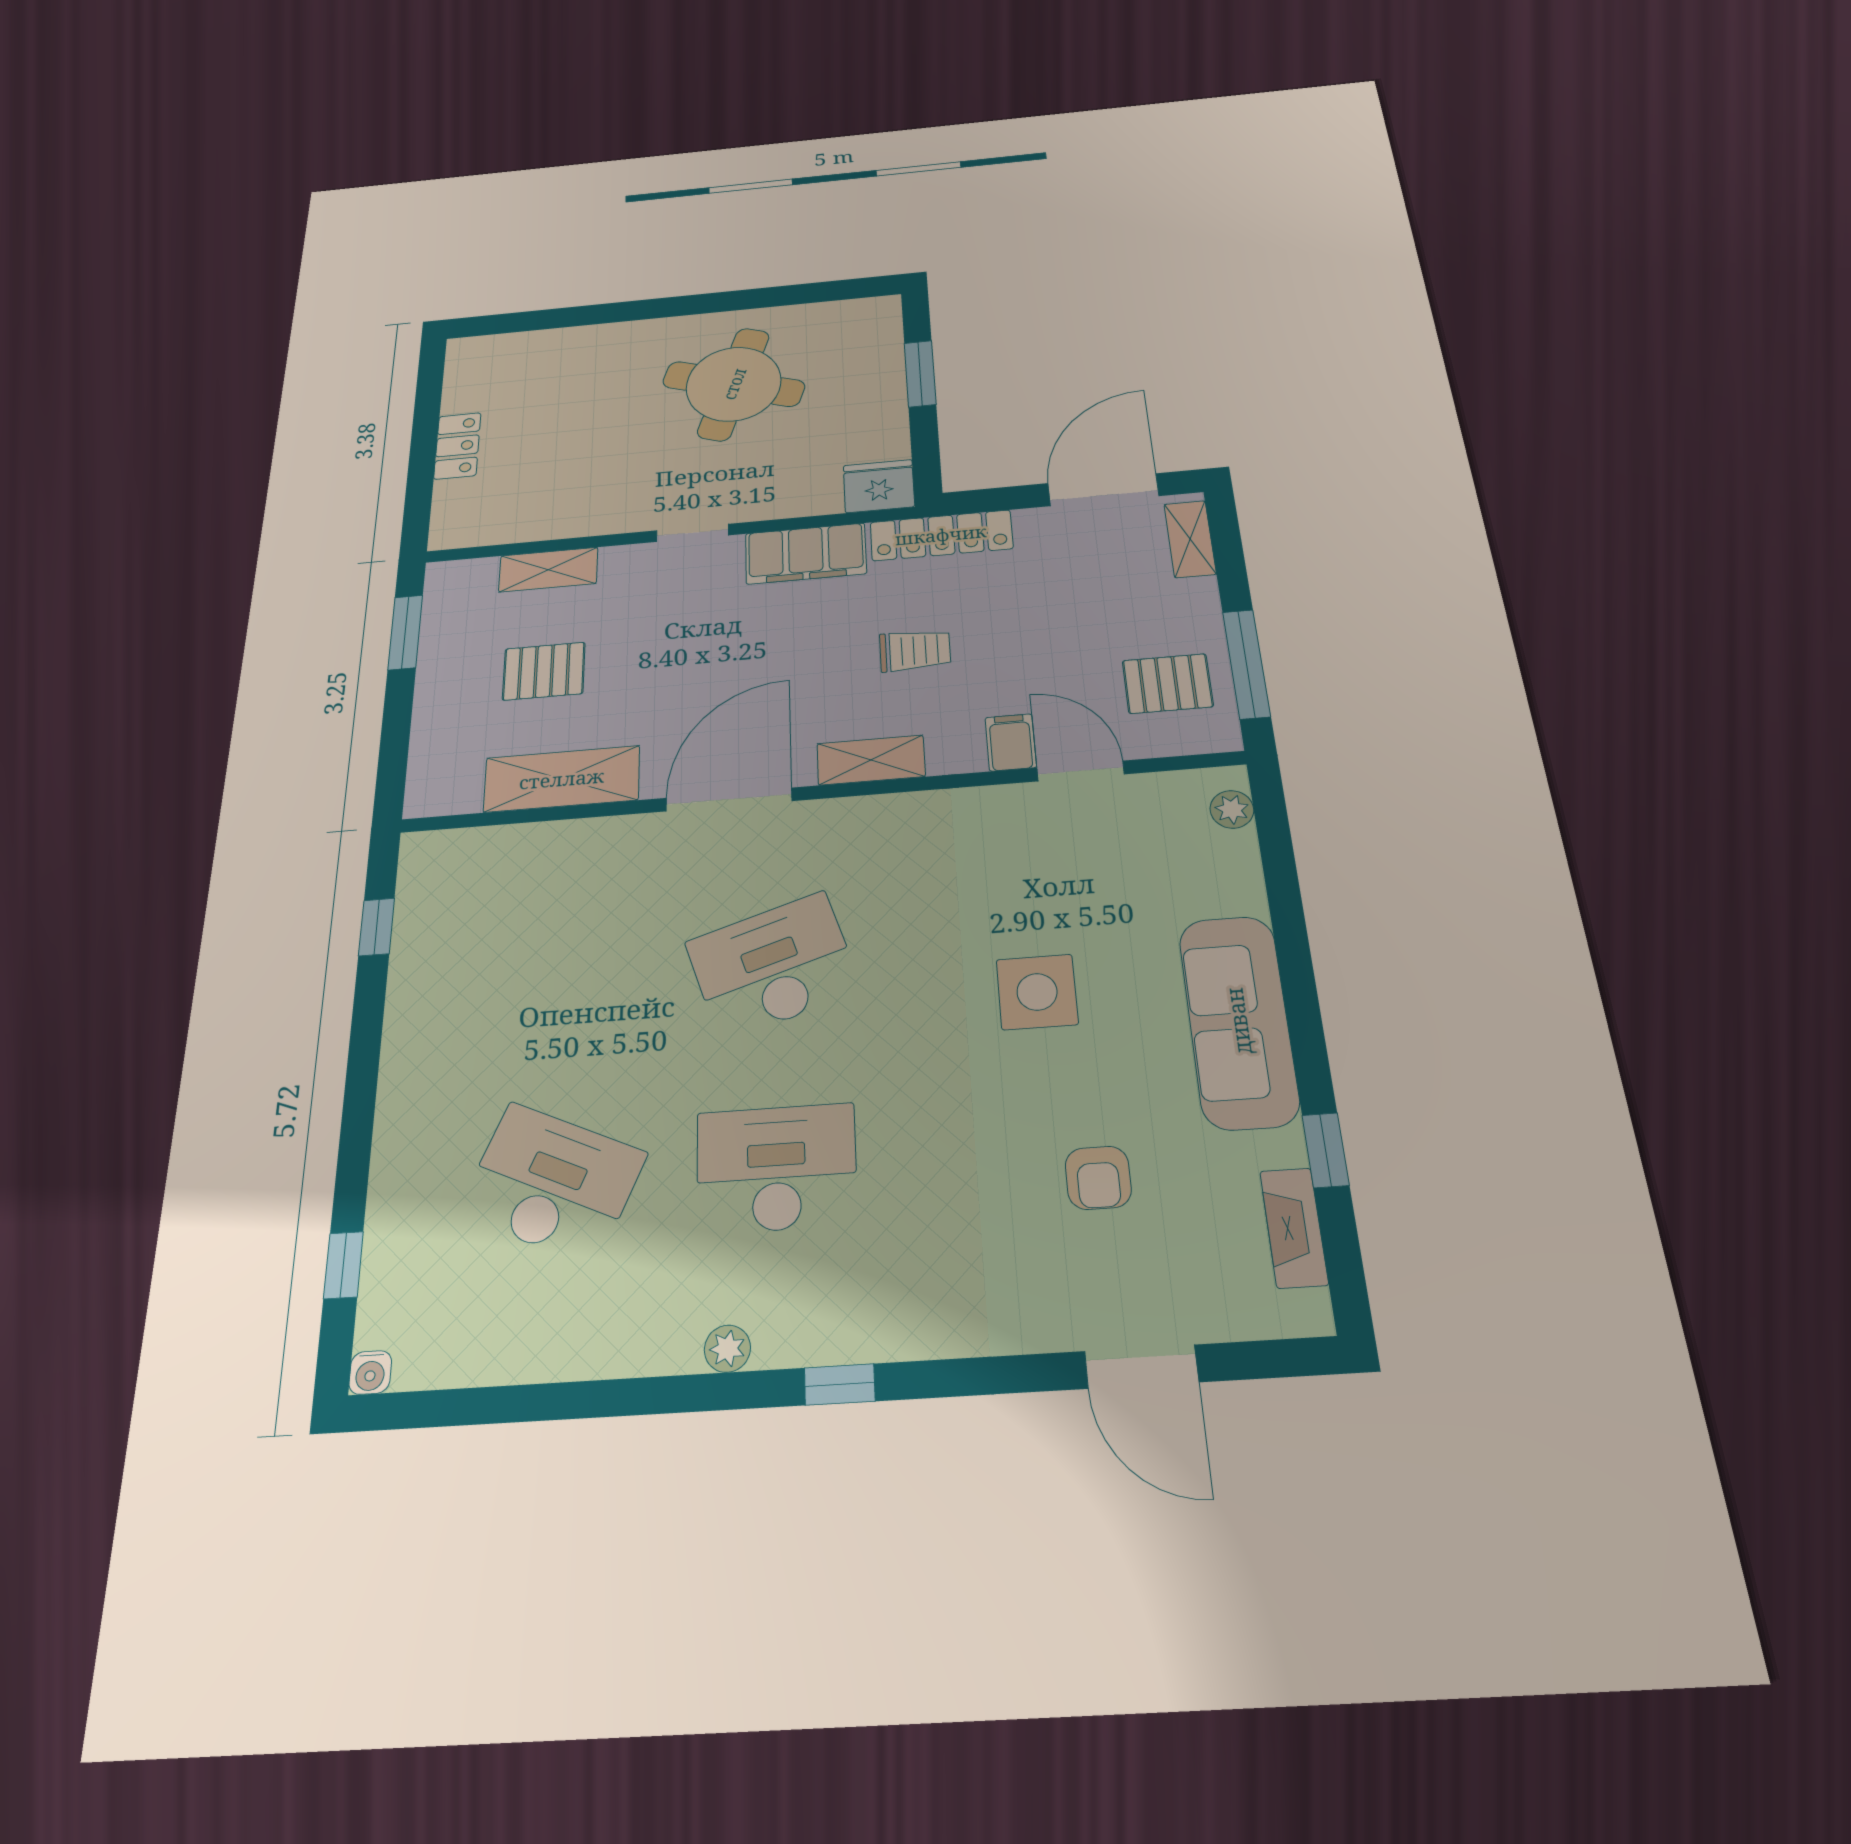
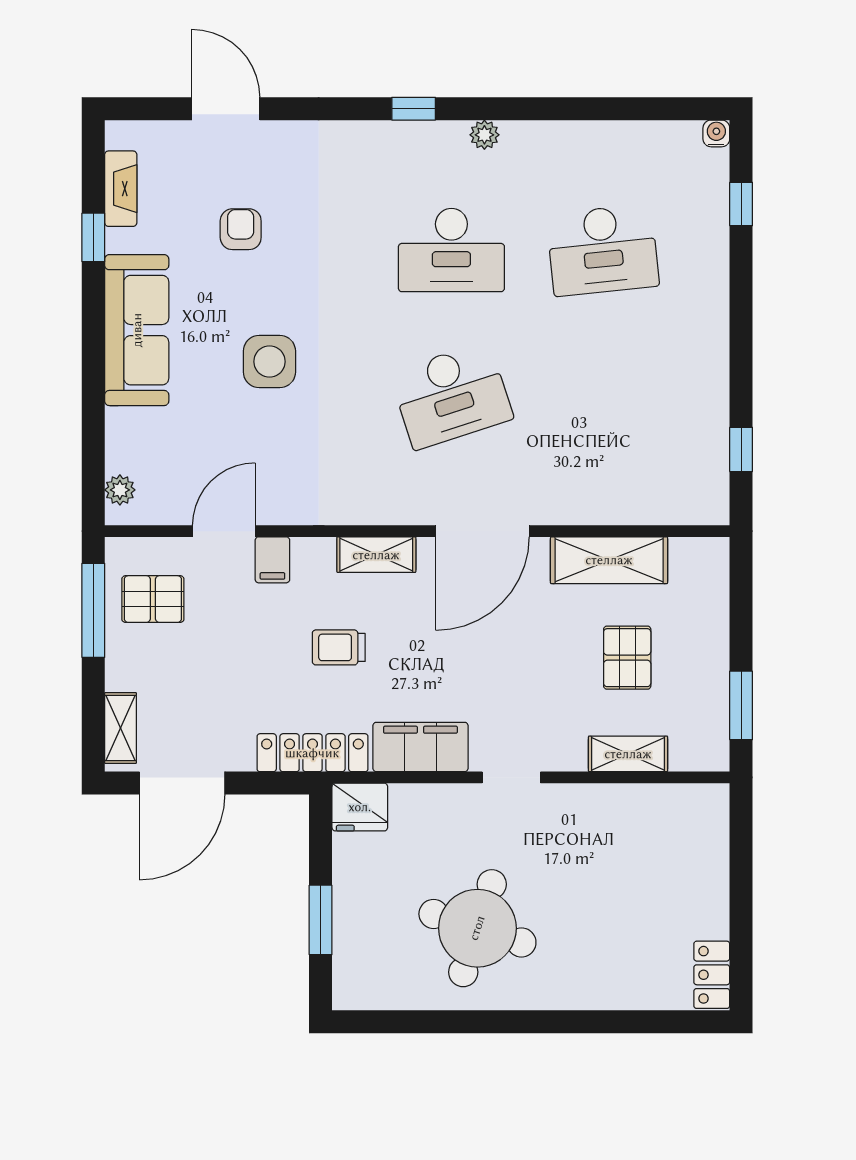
locker: (457, 446) -> (712, 975), moved
pallet: (544, 671) -> (627, 658), turned 90
door: (1080, 771) -> (224, 531), swing flipped
desk: (552, 1183) -> (603, 250), turned -30

